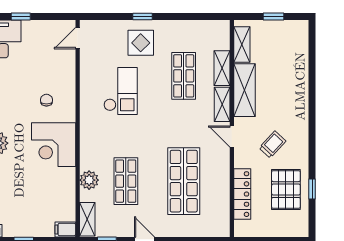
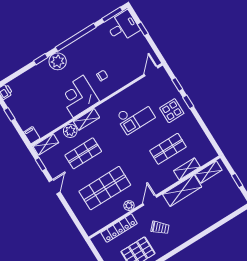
window: (113, 16) -> (177, 84), added
door: (78, 38) -> (151, 71), hinge flipped
shelving: (222, 104) -> (86, 119), moved
plant: (223, 165) -> (129, 206), added

